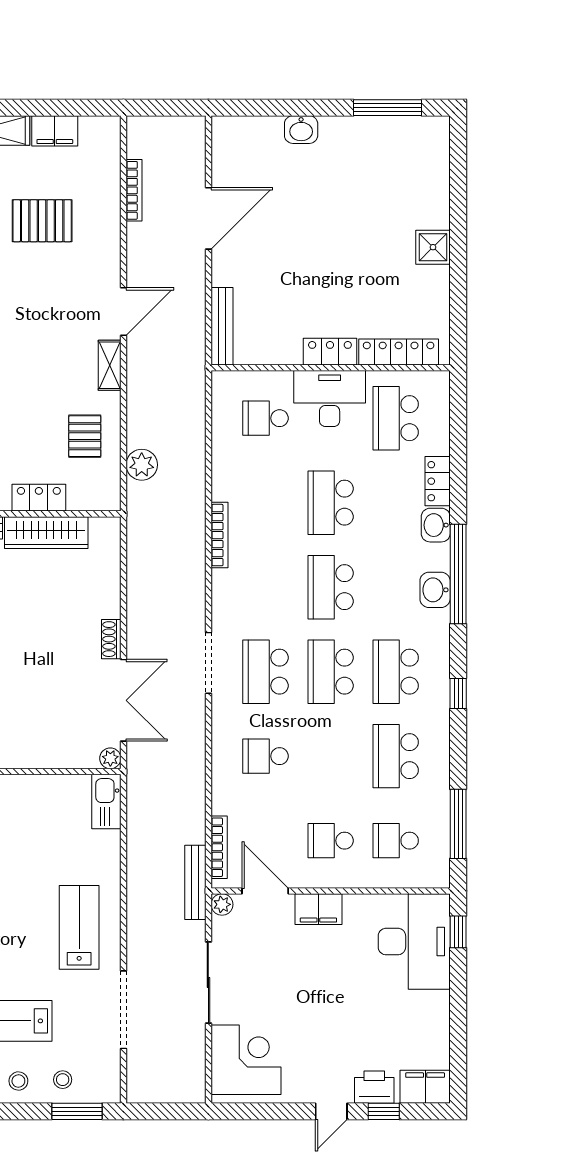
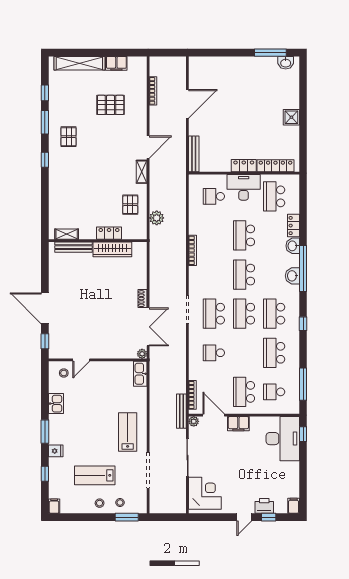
washbasin: (301, 130) -> (286, 63), moved
school desk: (331, 841) -> (244, 392), width x1.85
filing cabinet: (425, 1087) -> (294, 506), width x0.50

